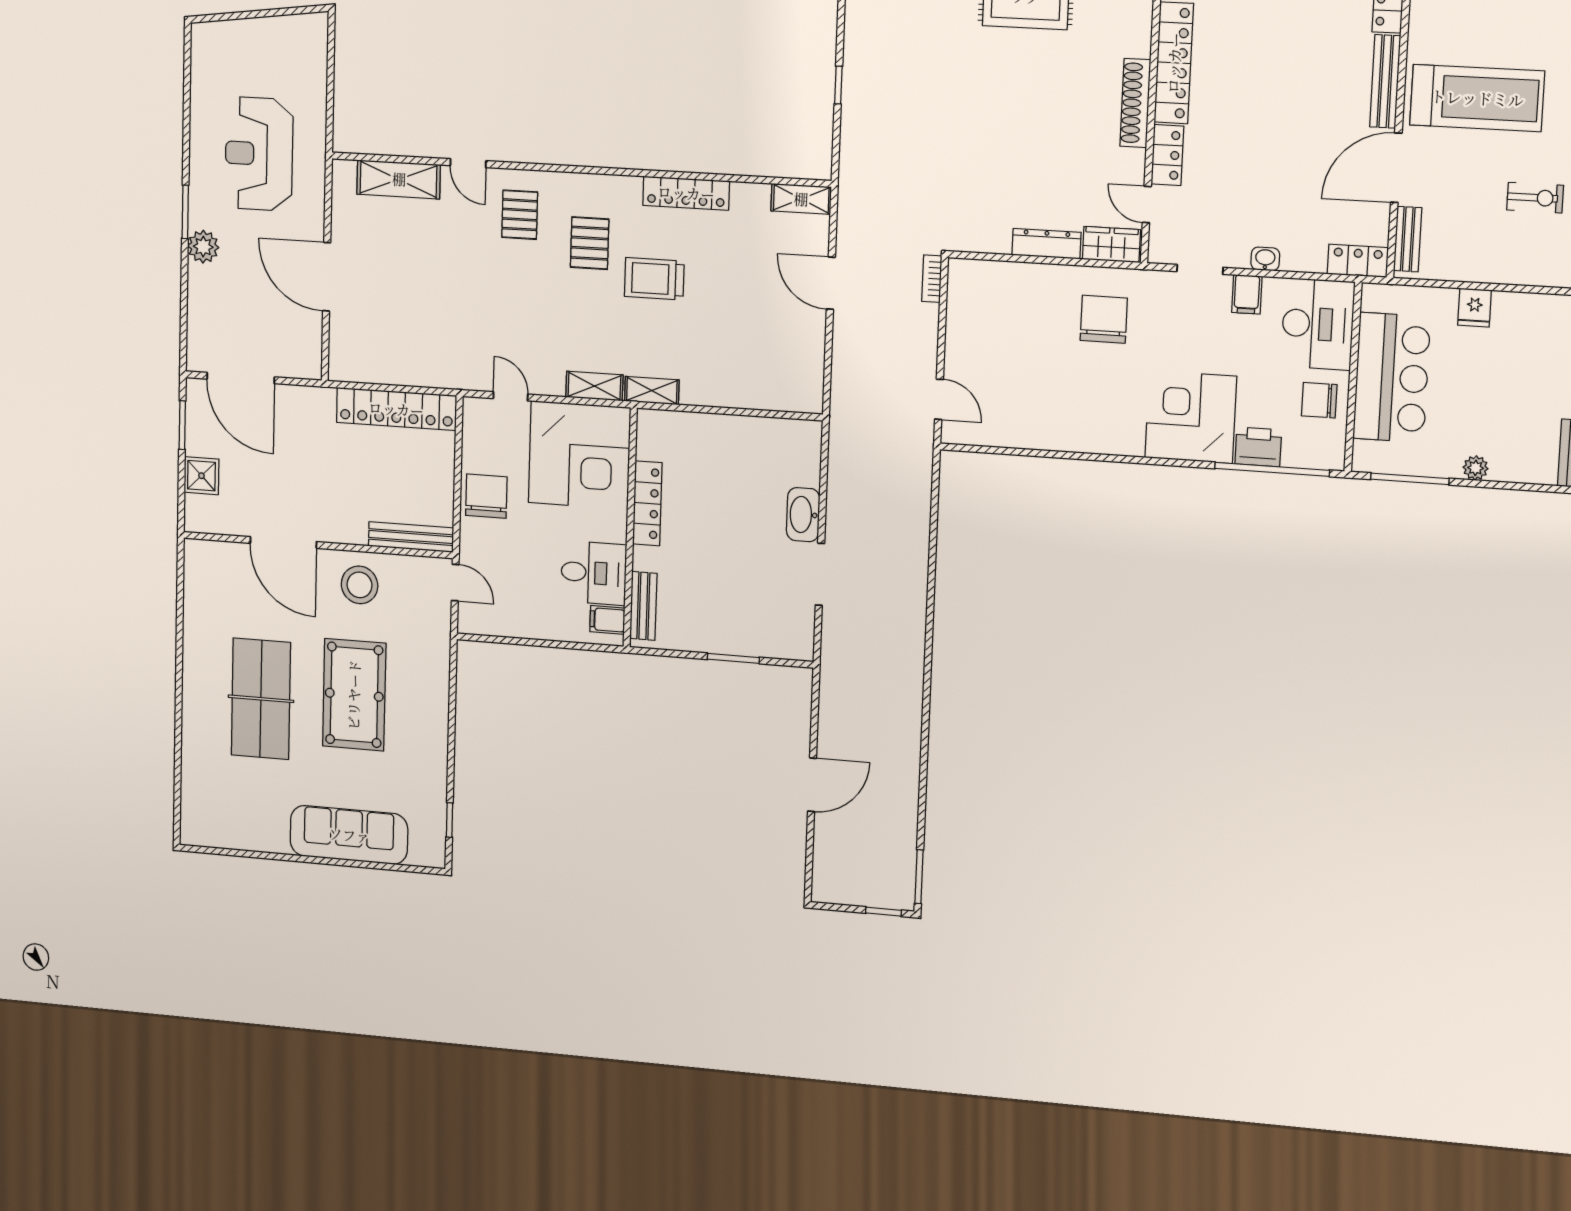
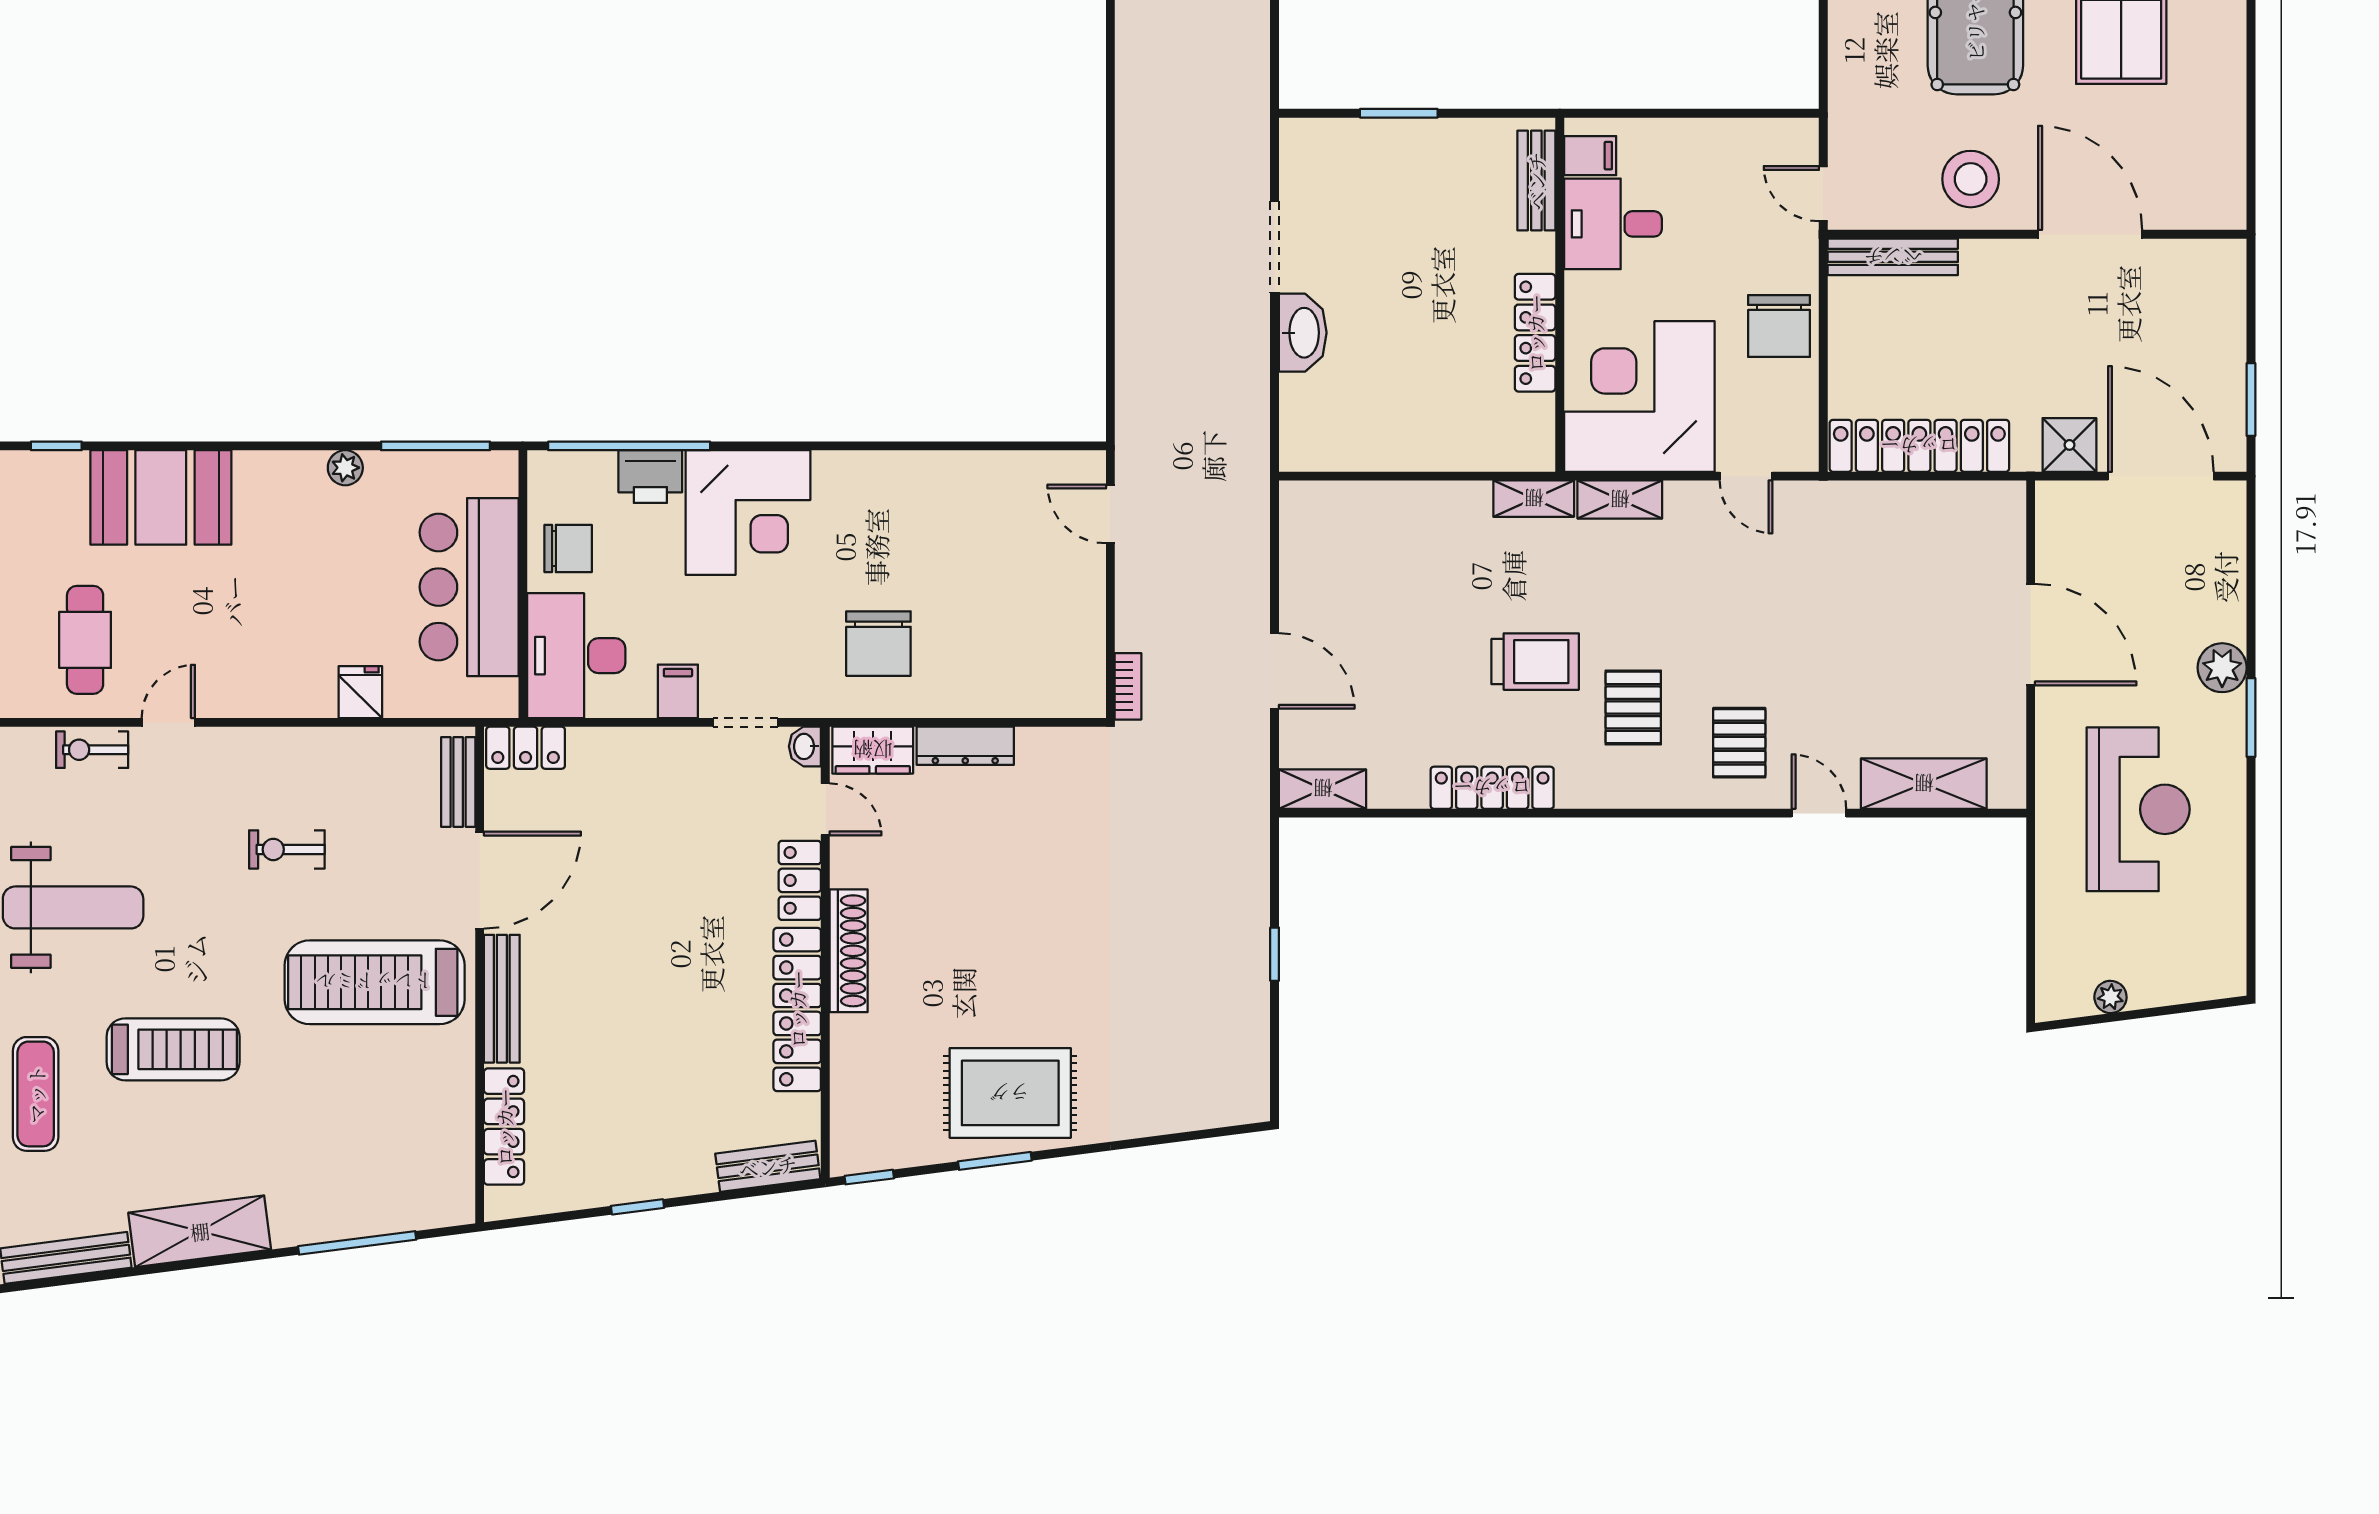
plant: (279, 26) -> (2110, 997), added
washbasin: (1265, 259) -> (805, 746), moved, turned 90
shower: (201, 476) -> (2069, 445), moved

